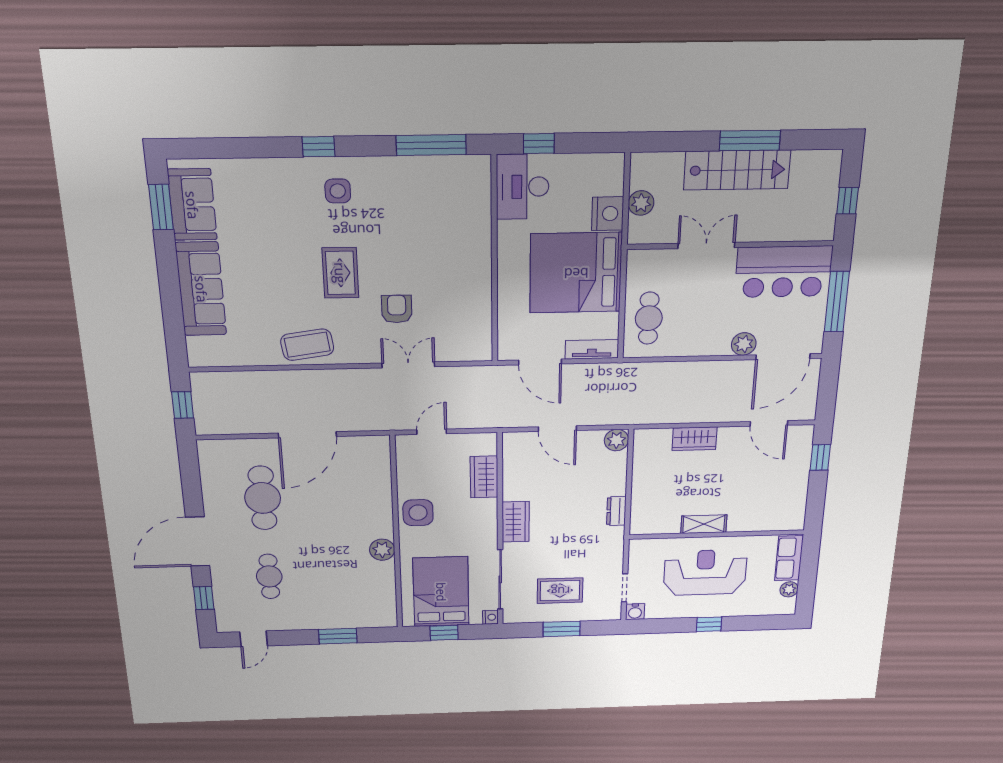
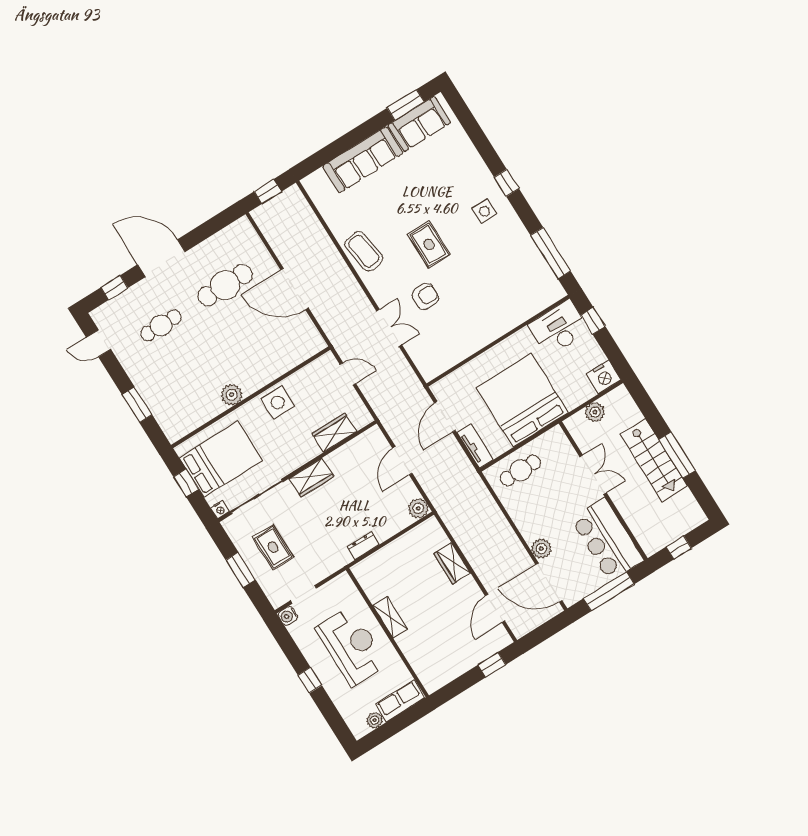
nightstand: (608, 214) -> (604, 377), moved
rug: (340, 273) -> (429, 244), turned 90

